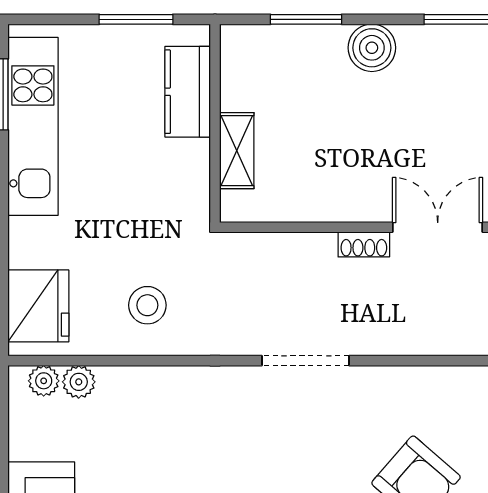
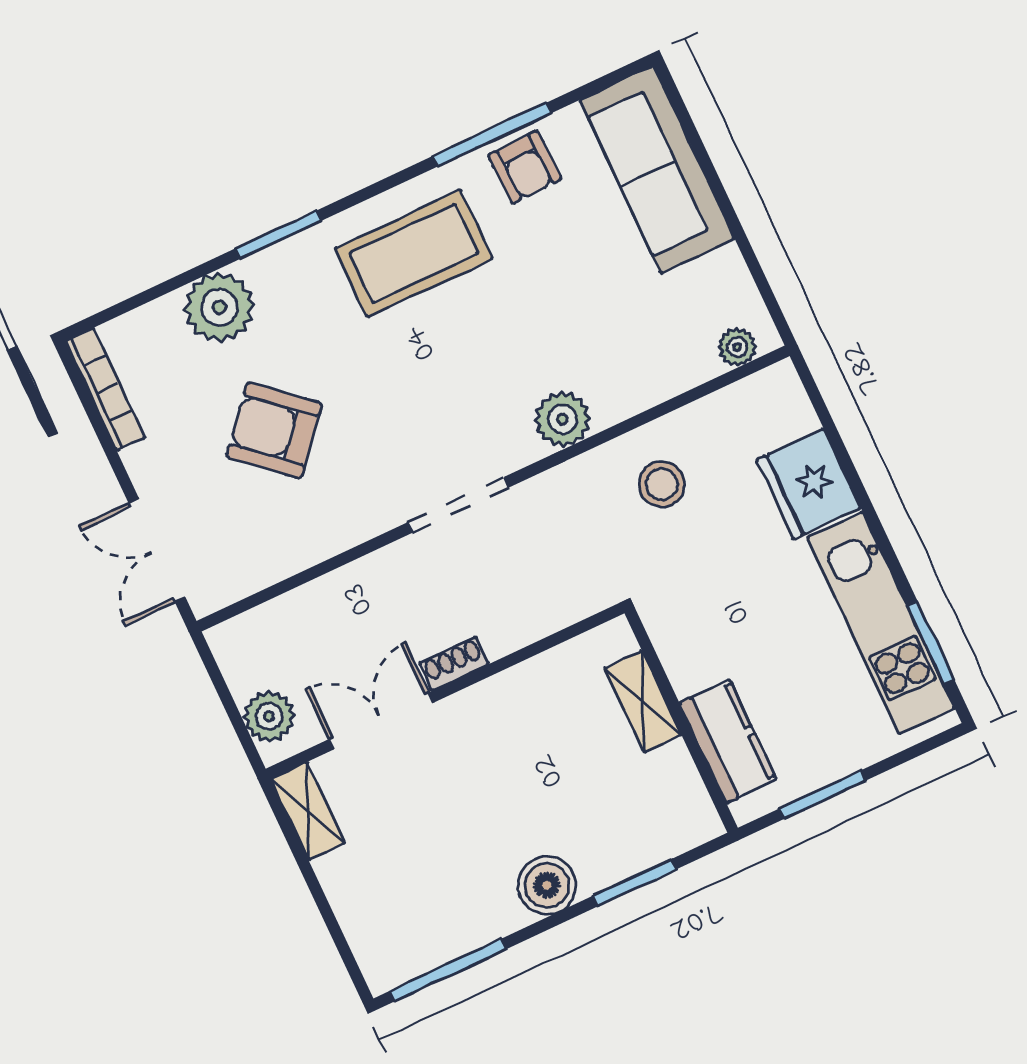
double door: (438, 227) -> (381, 721), swing flipped
fridge: (38, 306) -> (809, 484), moved
plant: (79, 382) -> (562, 419), moved, width x1.38, depth x1.38

